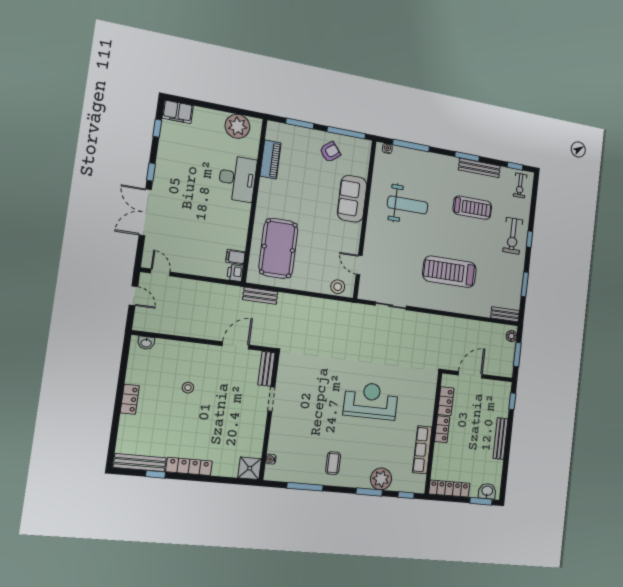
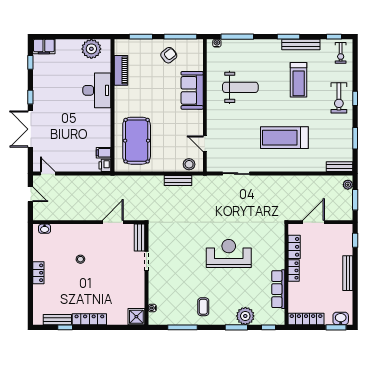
treadmill: (472, 208) -> (299, 80), turned 90
bench: (260, 296) -> (178, 181), moved
bench: (140, 463) -> (57, 320), width x0.73

